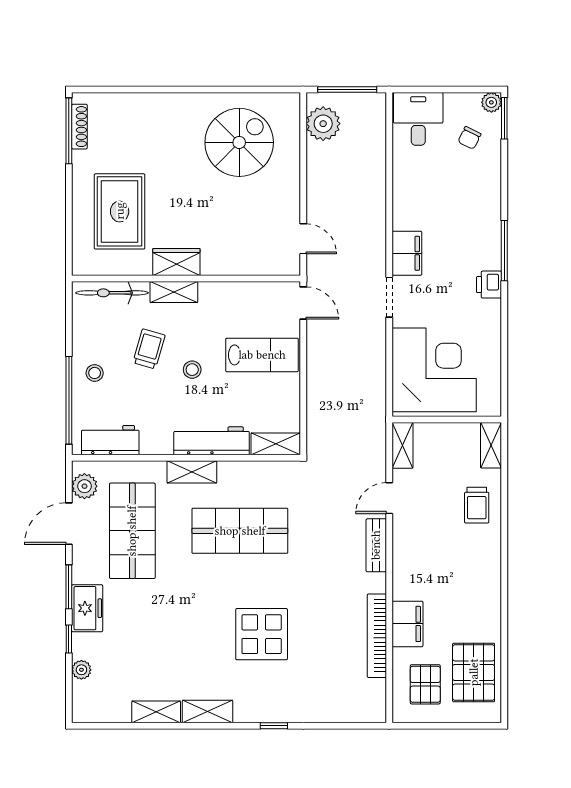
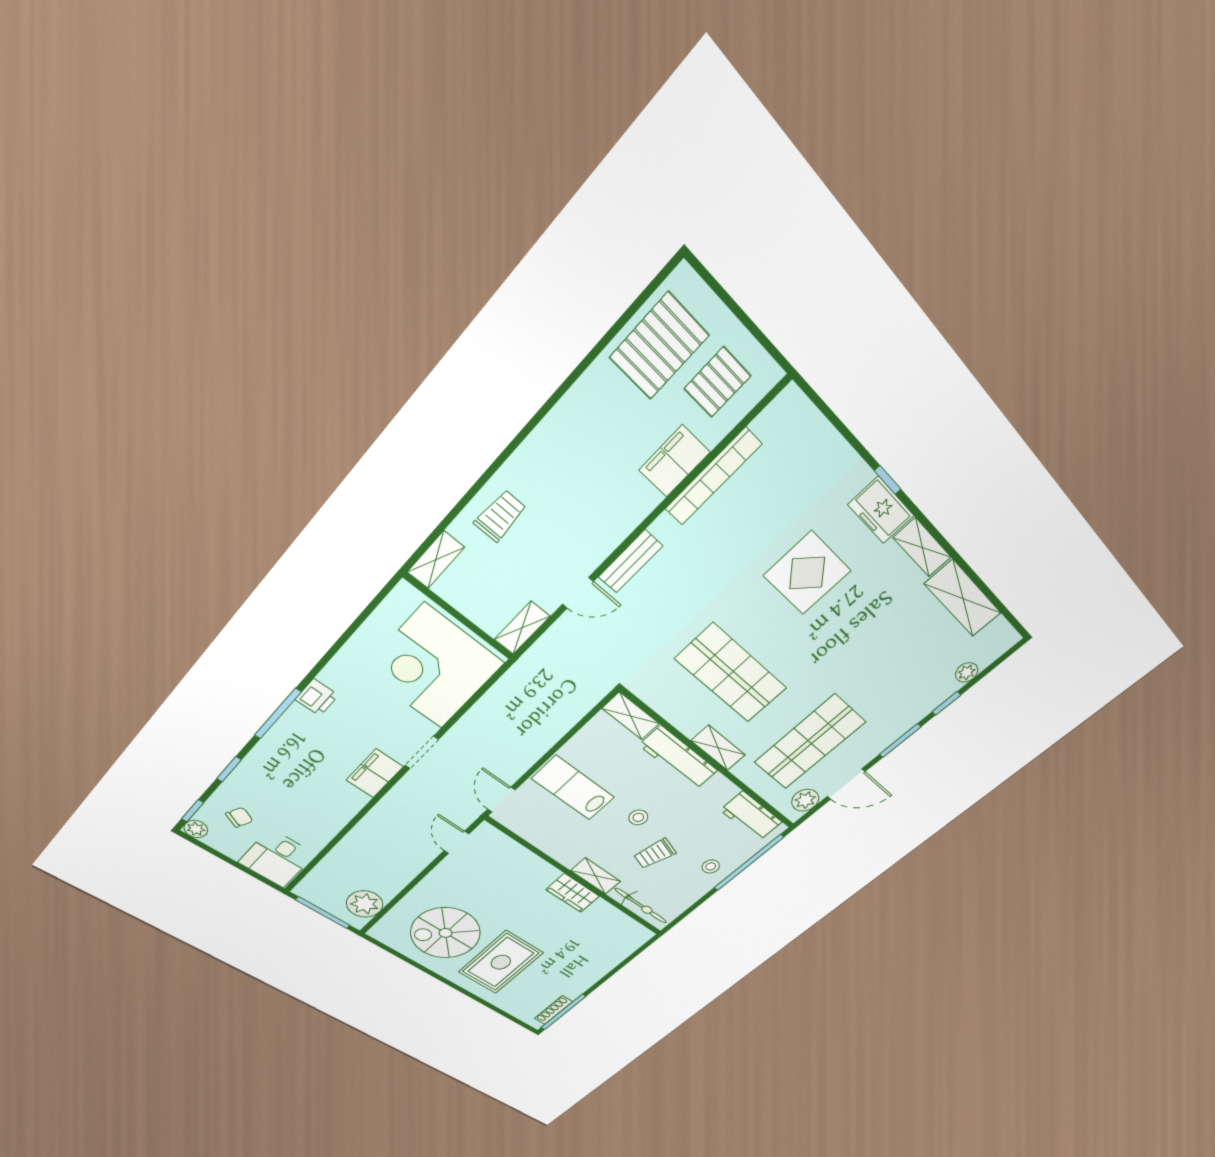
window: (504, 118) -> (193, 811), width x0.67
window: (504, 177) -> (229, 769), added
rug: (120, 211) -> (501, 962), moved
freezer: (87, 608) -> (881, 510), moved, turned -90
shelving: (156, 712) -> (963, 598), width x1.50, depth x1.33

